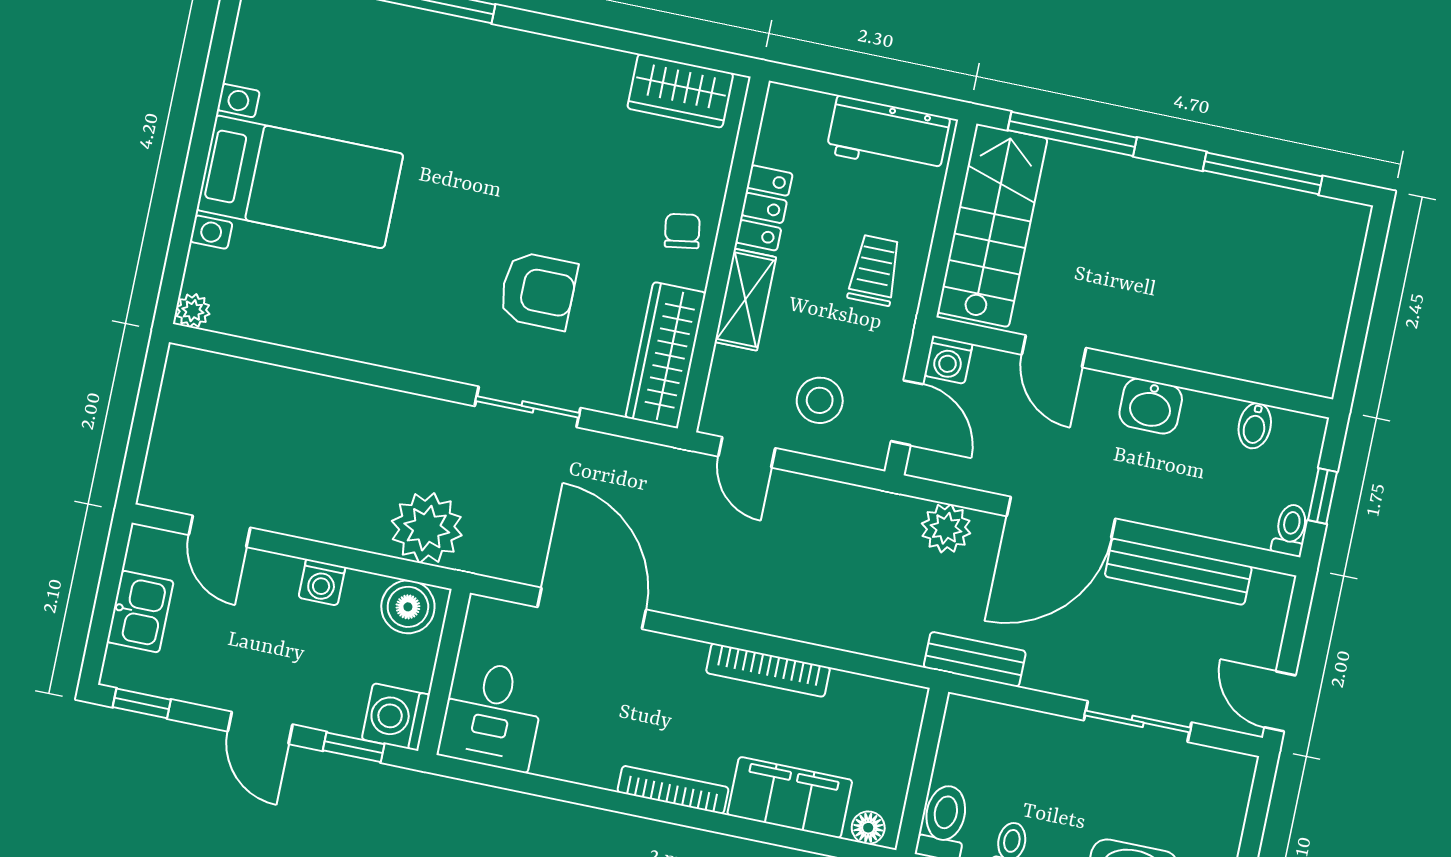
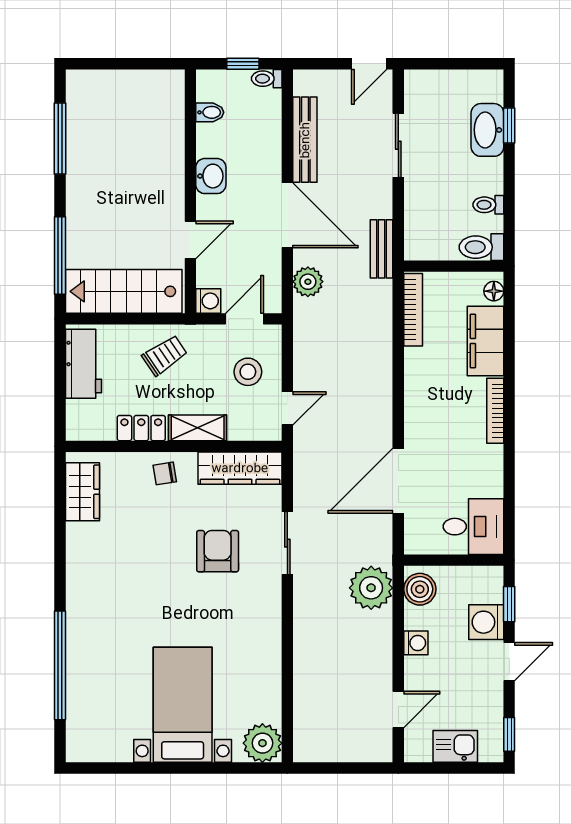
trolley: (875, 270) -> (165, 355), turned 146
plant: (193, 311) -> (262, 743), width x1.88, depth x1.88
bookcase: (768, 670) -> (413, 310), moved
washing machine: (396, 717) -> (486, 622), moved, turned 90

